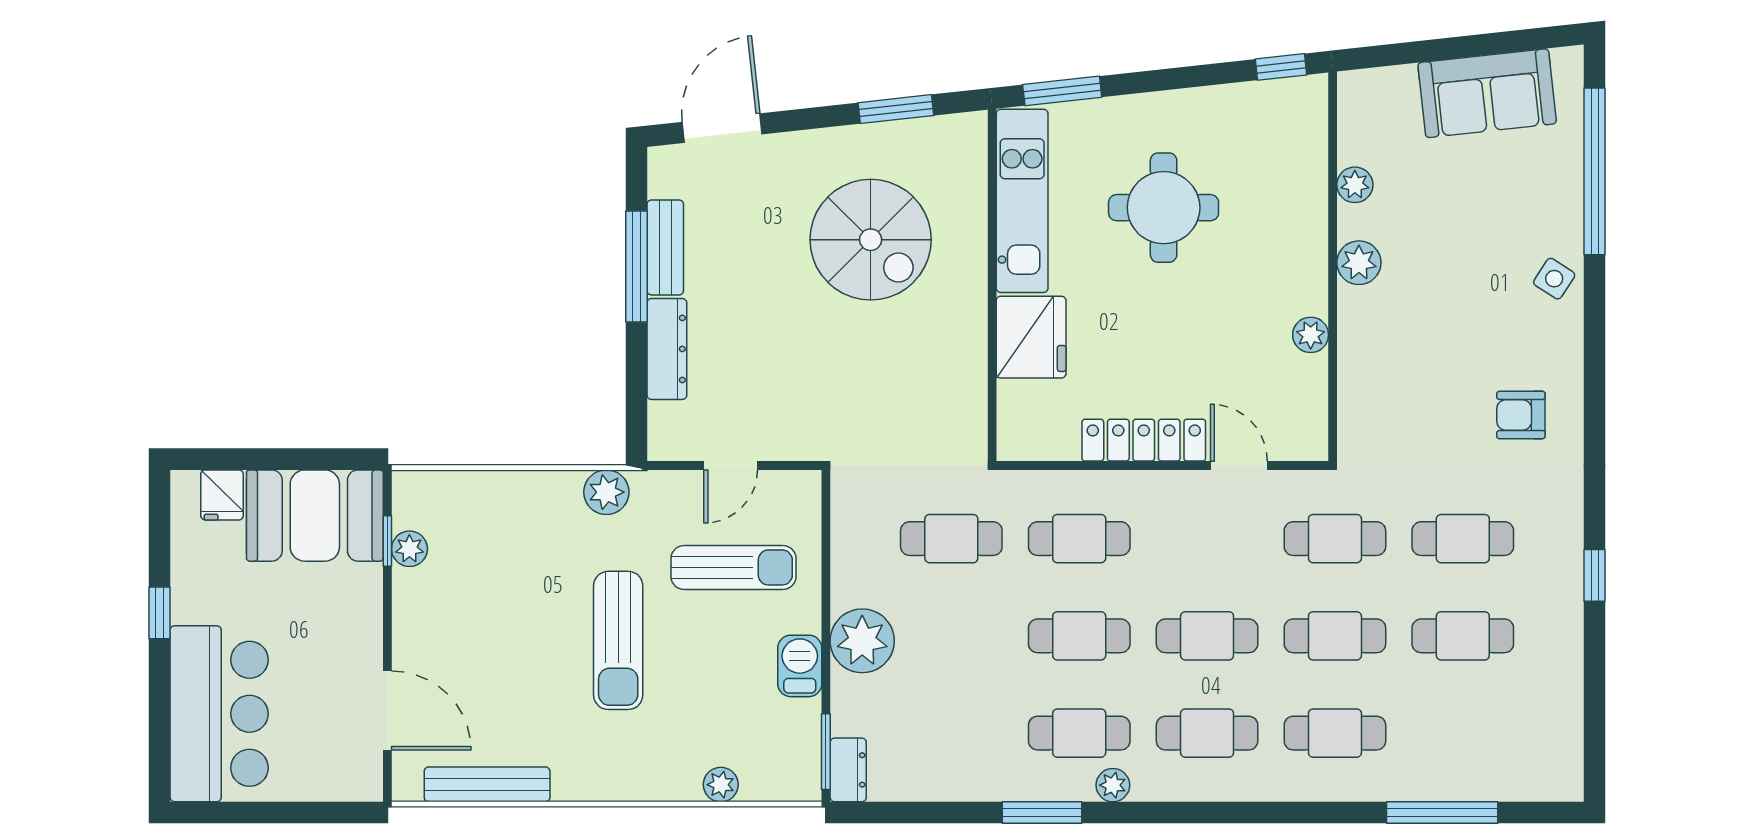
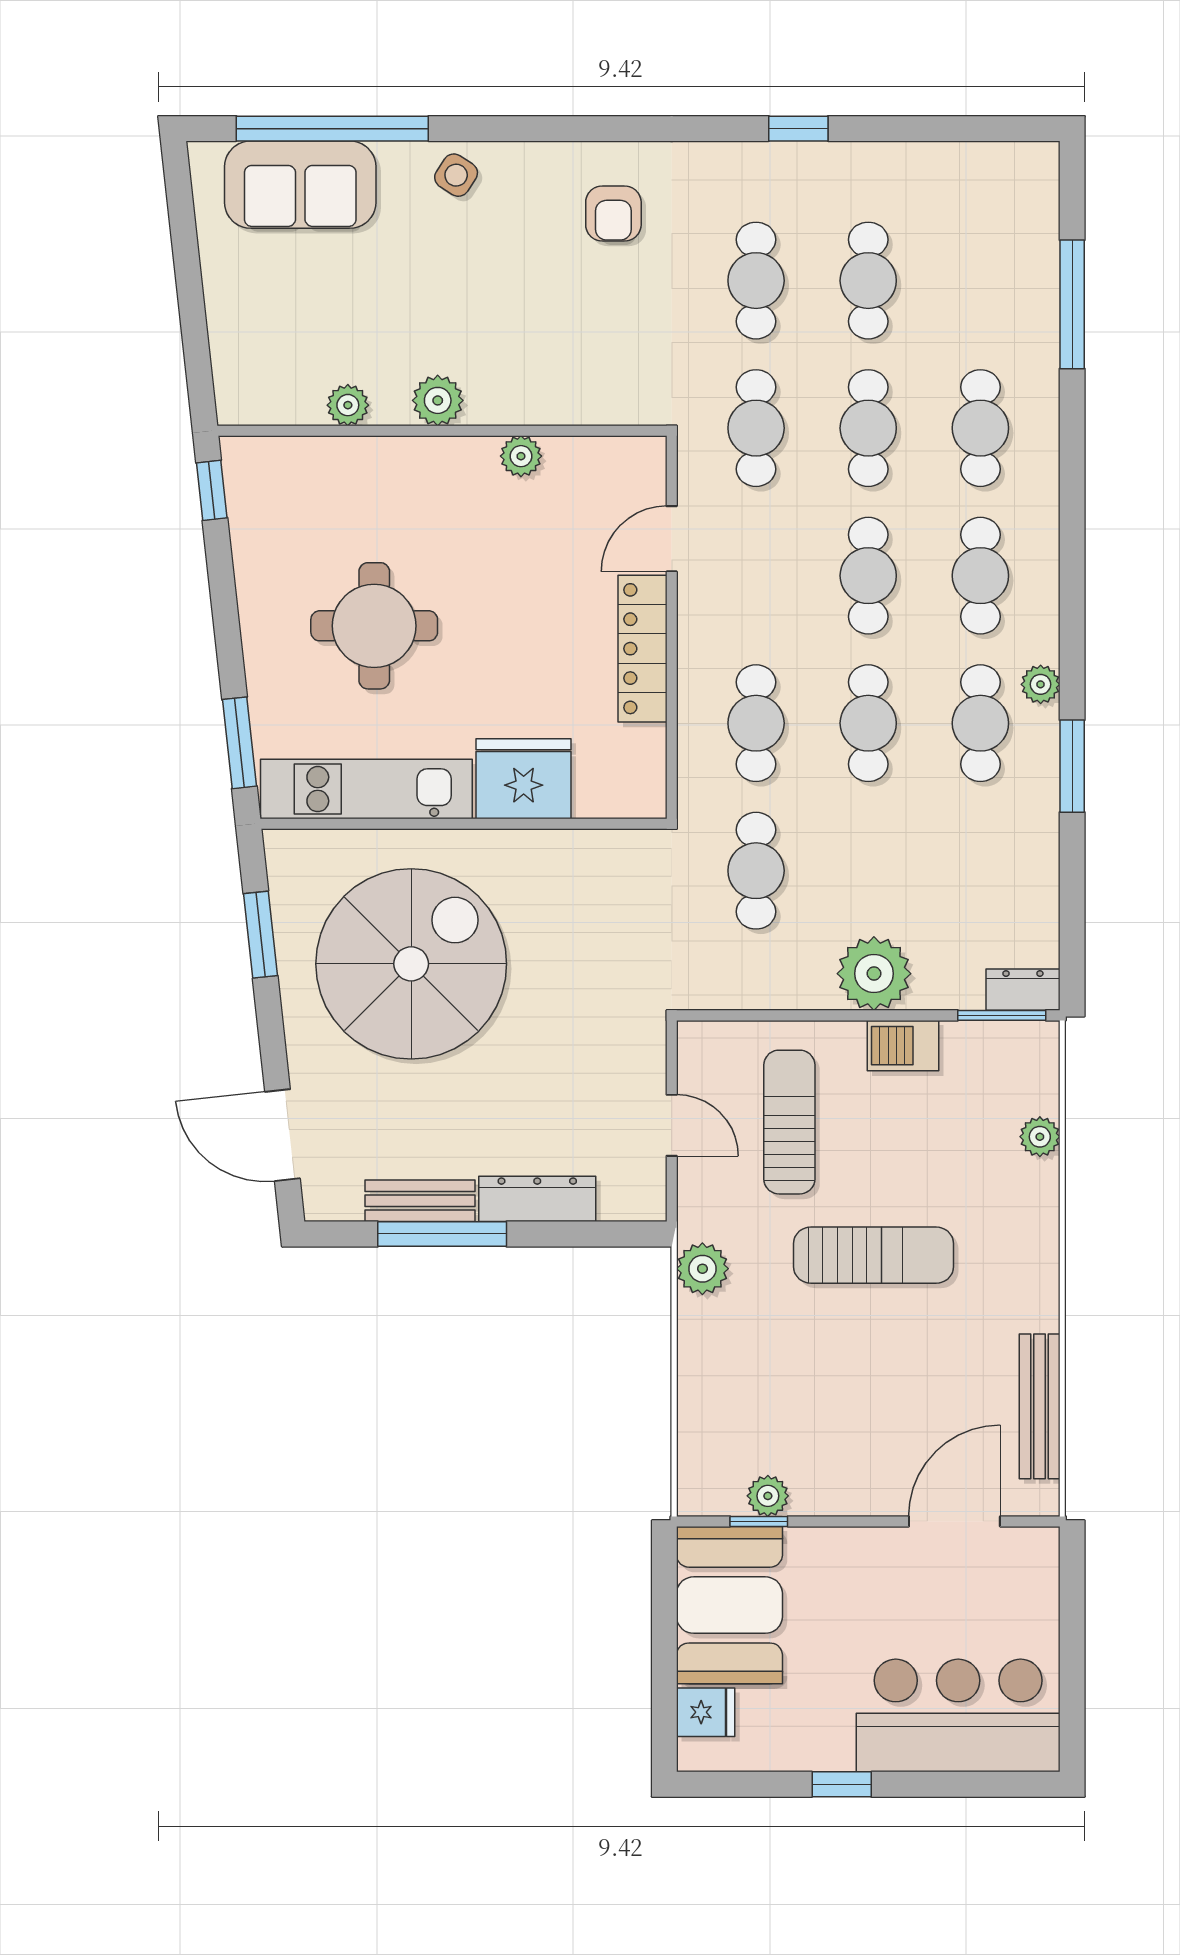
sofa: (1487, 93) -> (300, 185), moved, turned 96
spiral stairs: (871, 240) -> (411, 964), width x1.37, depth x1.37

